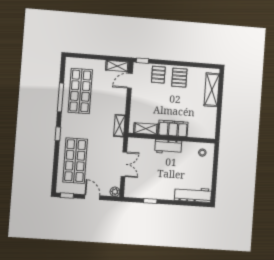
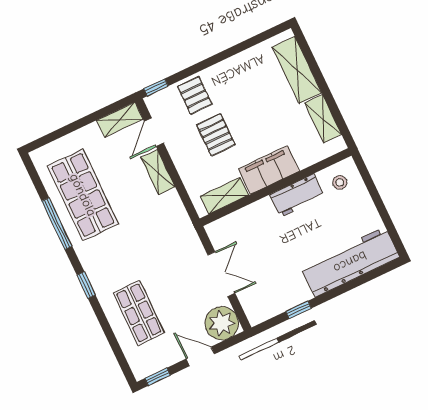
pallet: (179, 78) -> (216, 135), moved
shelving: (211, 119) -> (323, 119), added
shelving: (119, 126) -> (158, 172), moved
workbench: (168, 147) -> (297, 196), moved
shop shelf: (75, 161) -> (139, 313), width x0.70, depth x0.74
plant: (115, 192) -> (222, 323), width x1.88, depth x1.88
workbench: (193, 195) -> (350, 262), width x1.36, depth x1.32

